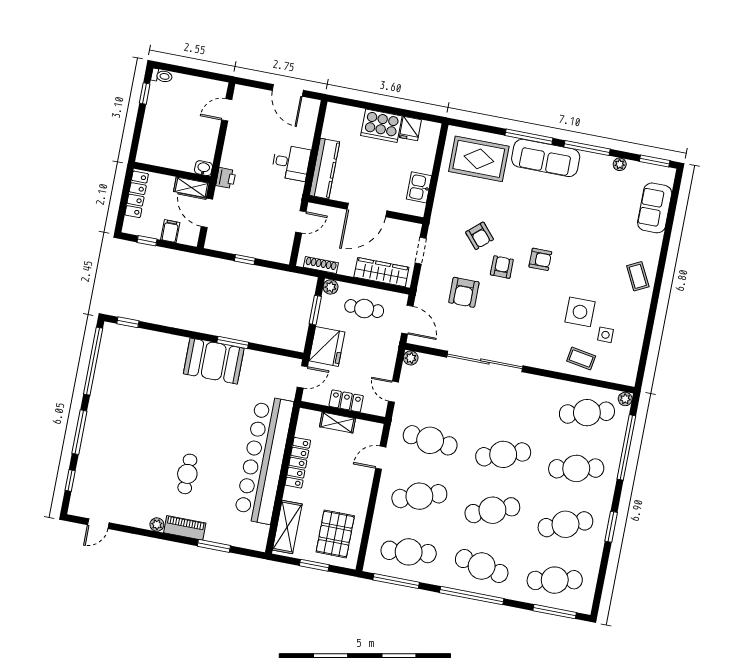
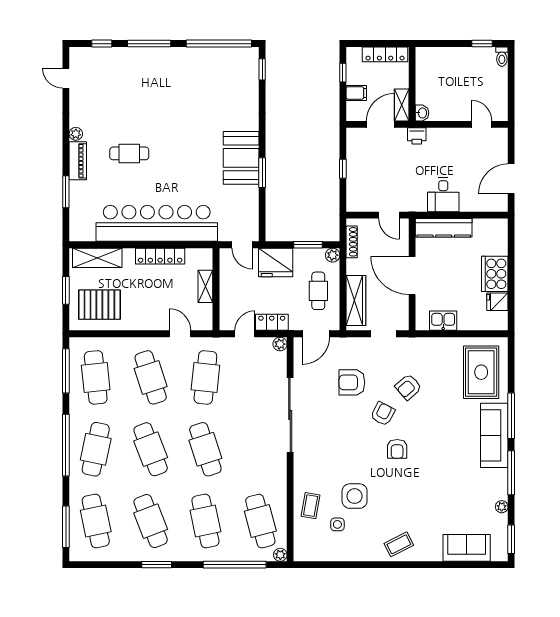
armchair: (502, 267) -> (383, 414), turned -63
locker: (346, 401) -> (272, 322), moved, turned -90

